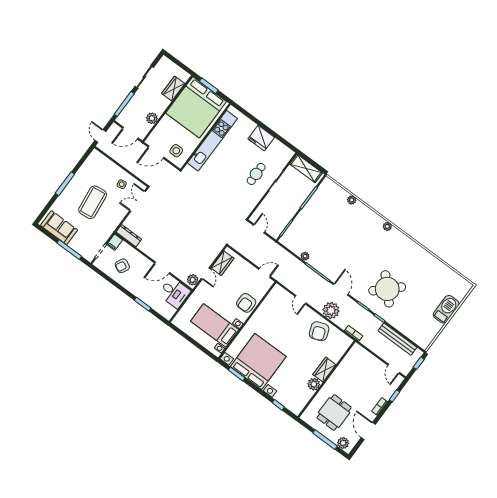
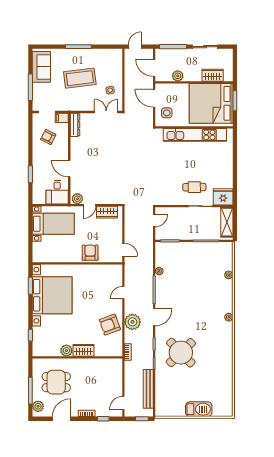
fridge: (261, 138) -> (223, 197), moved, turned 90
armchair: (246, 303) -> (90, 253), turned 90
bed with nightstands: (215, 326) -> (53, 224), moved, turned 90

